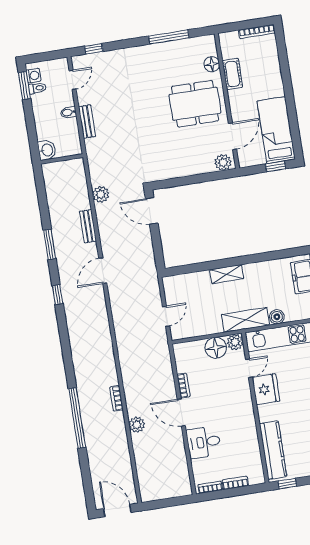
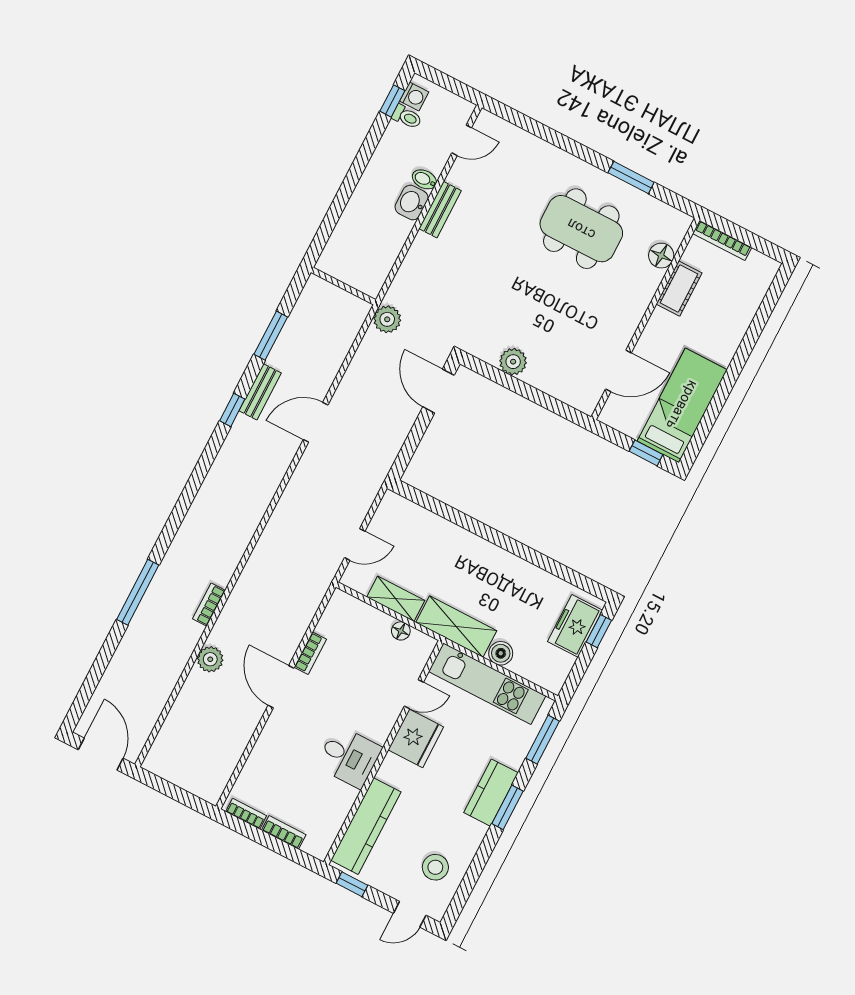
bookcase: (257, 32) -> (722, 240), moved
window: (169, 37) -> (631, 177), width x0.69
window: (94, 49) -> (520, 120), removed
window: (24, 86) -> (392, 101), width x0.67
dining table: (195, 104) -> (581, 229), moved
washbasin: (47, 150) -> (412, 203), moved, turned 180
wall: (62, 159) -> (343, 286), moved
plant: (223, 162) -> (513, 362), moved
bench: (88, 226) -> (260, 392), moved
shelving: (227, 274) -> (396, 599), moved
plant: (235, 342) -> (421, 646), removed
floor lamp: (216, 348) -> (401, 631), width x0.53, depth x0.53
window: (77, 418) -> (138, 592), width x0.68
desk: (204, 442) -> (349, 757), moved, turned 180

